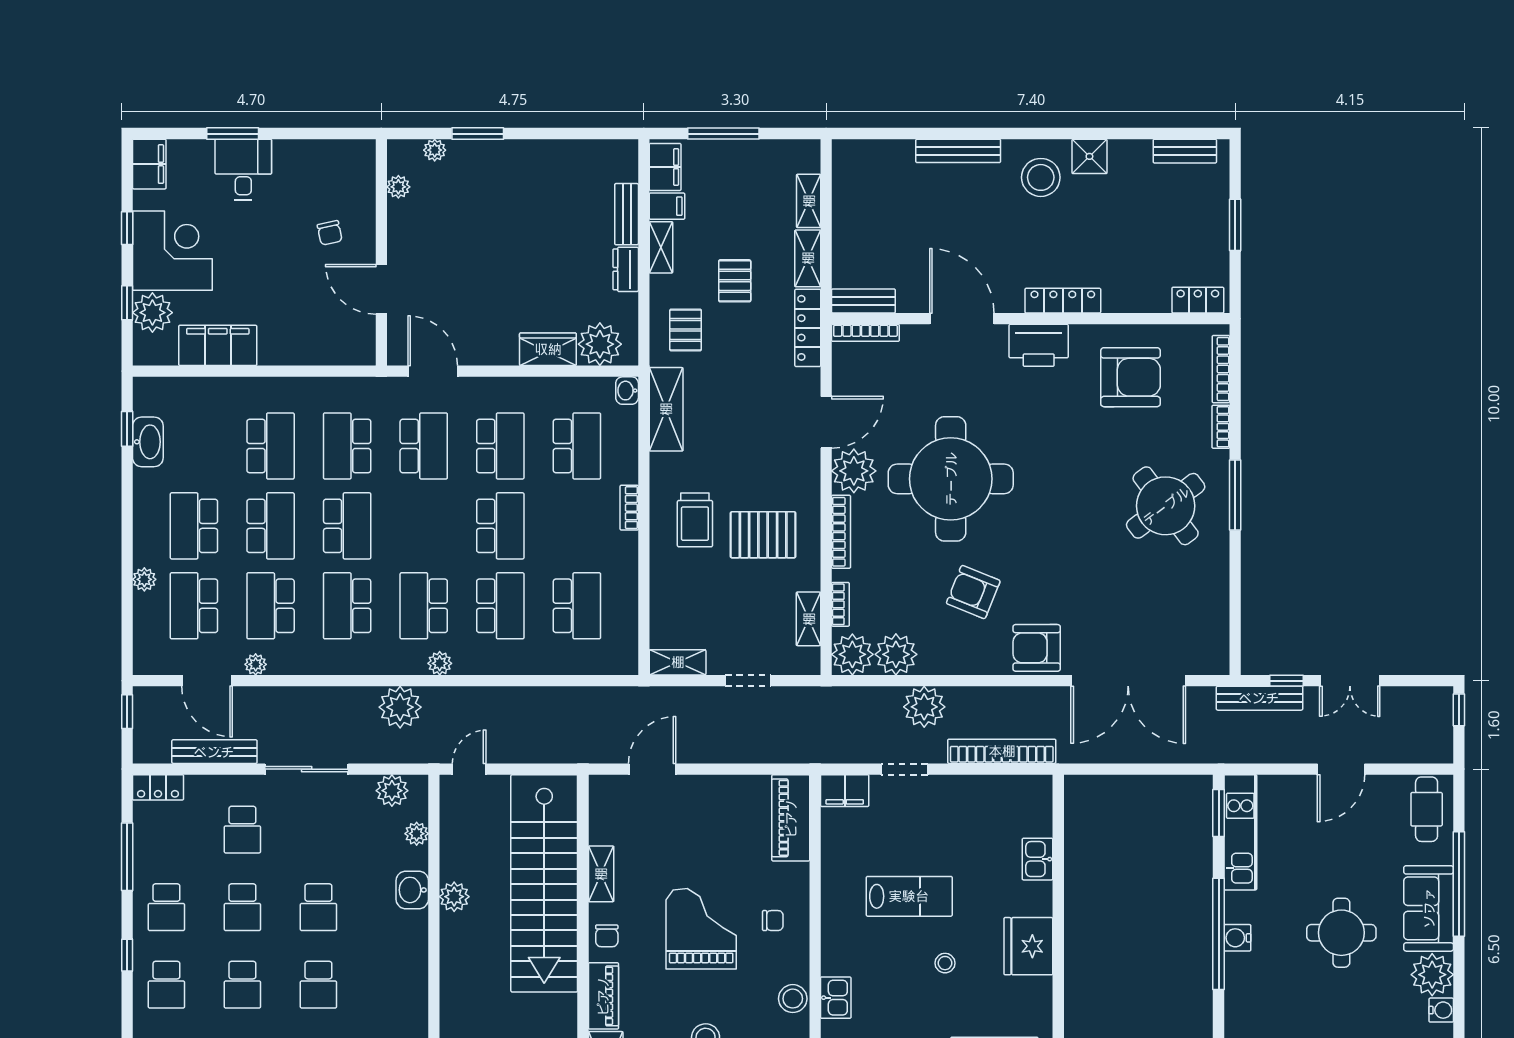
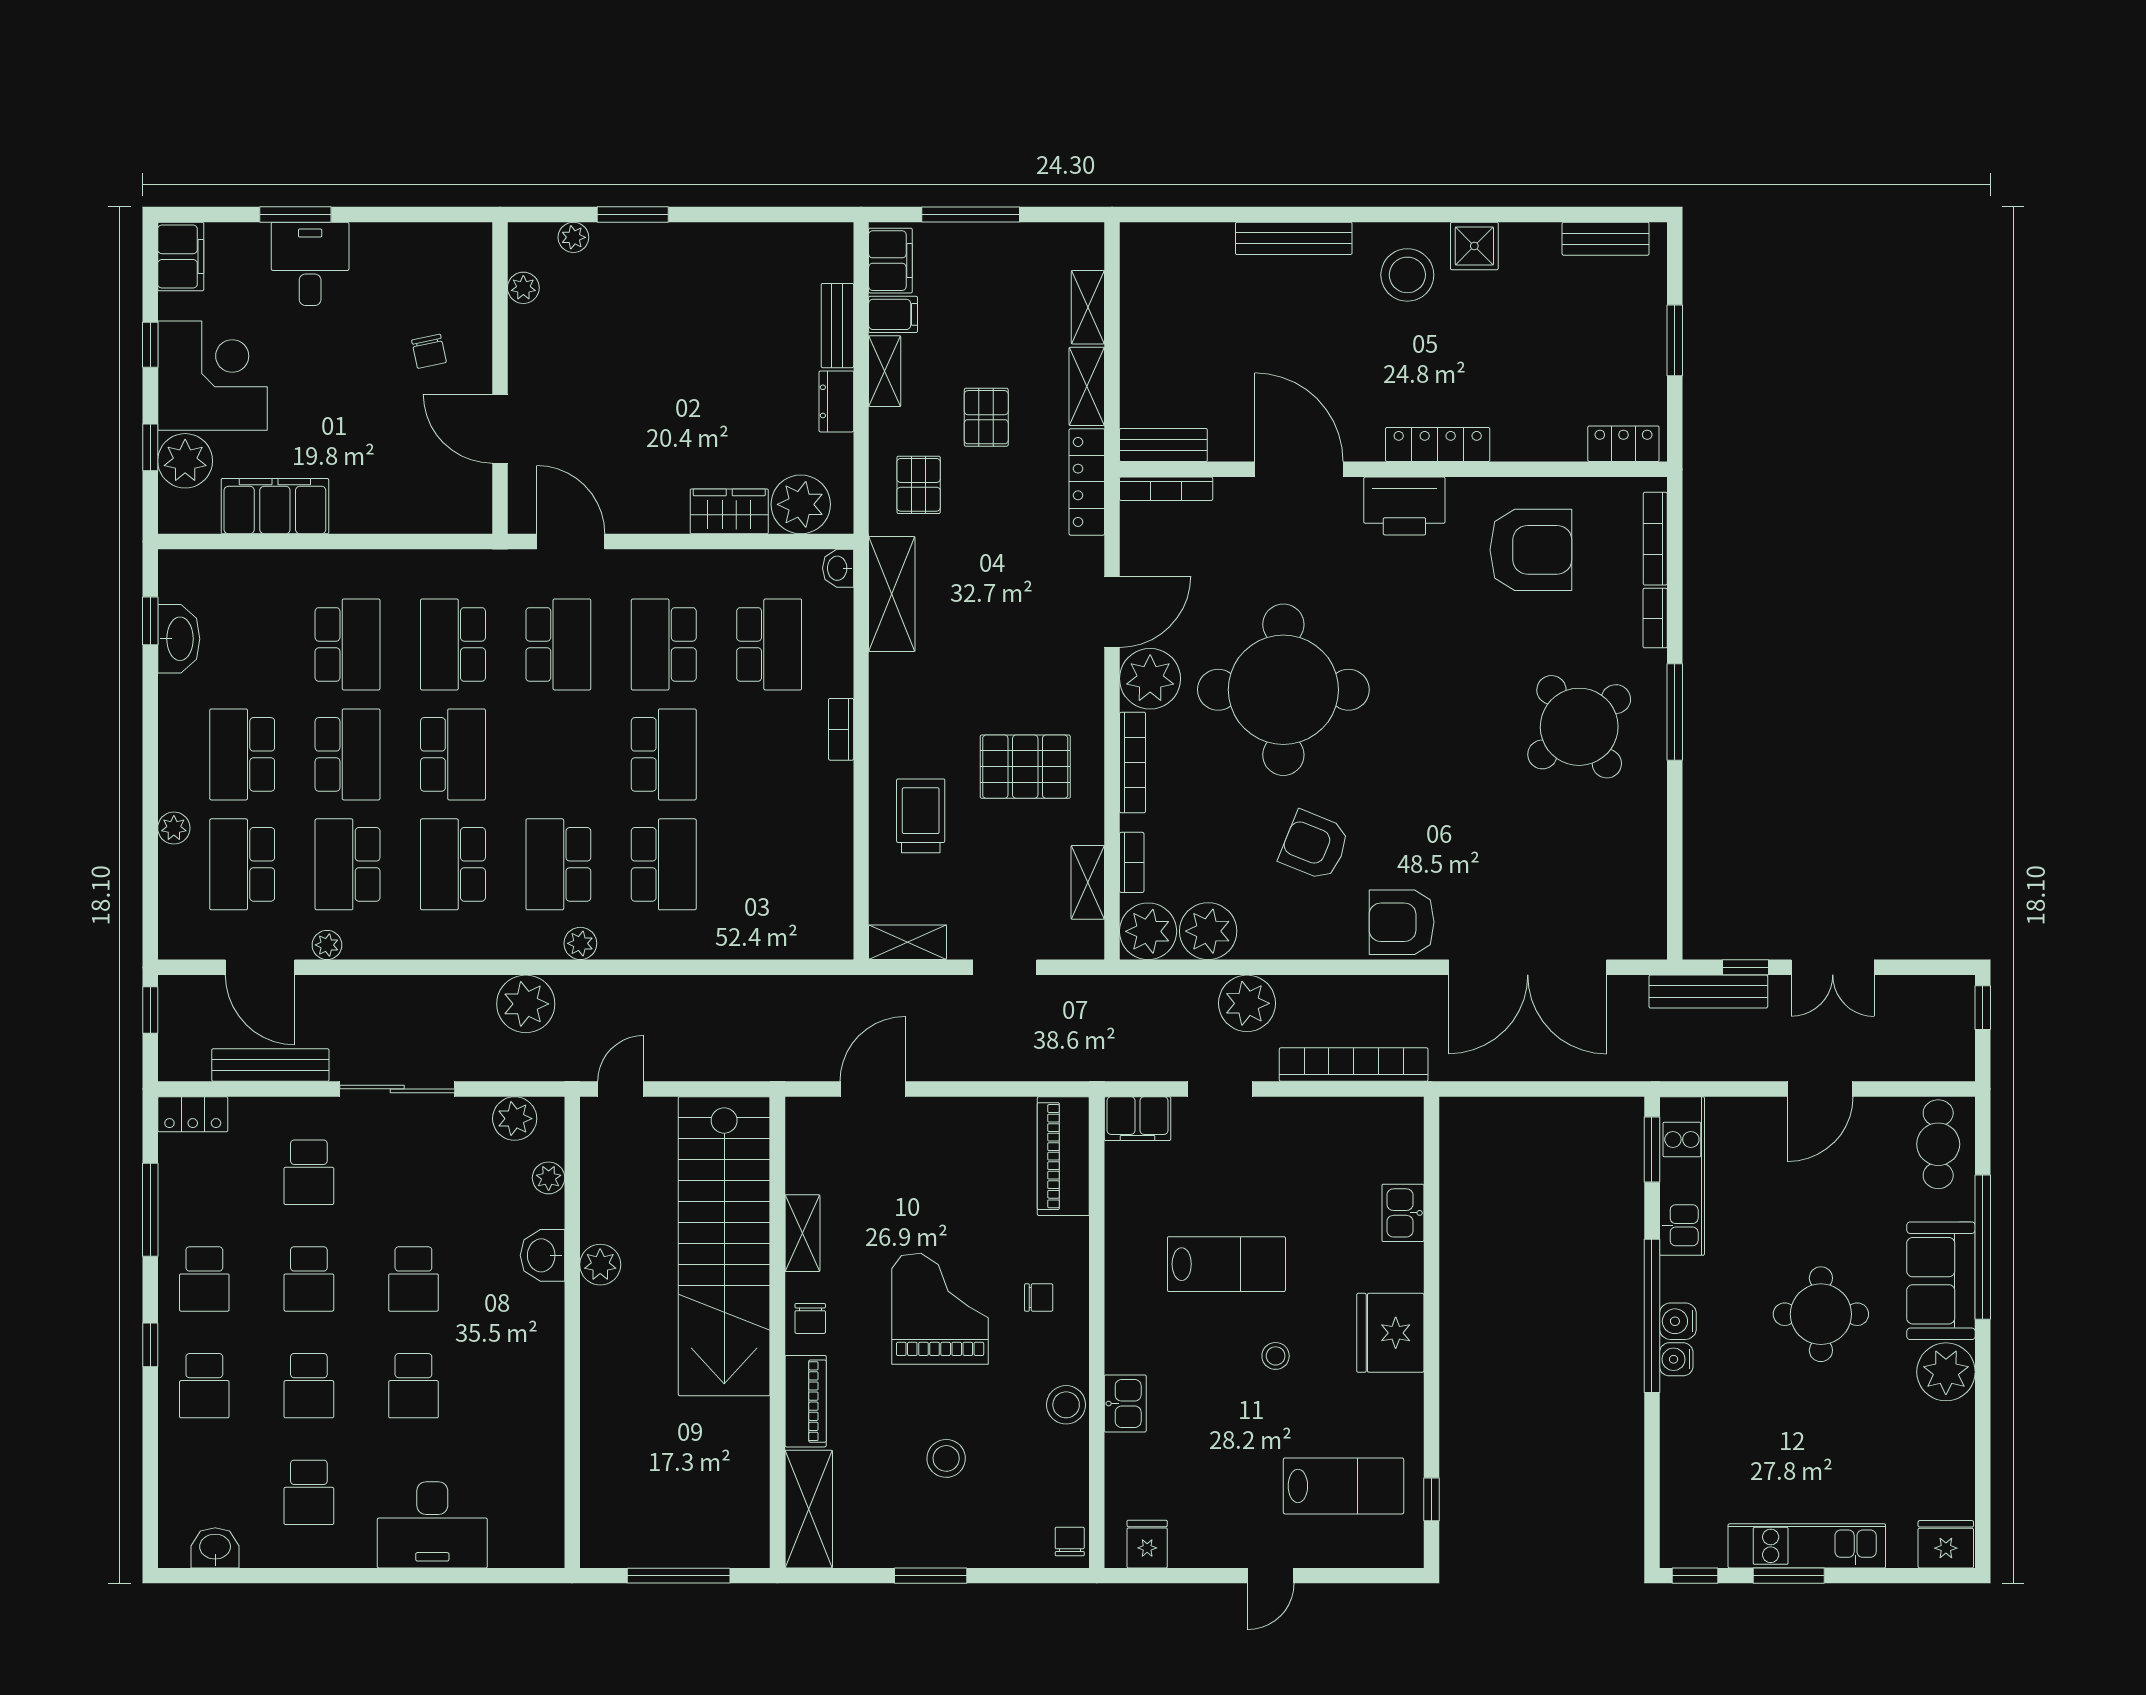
school desk: (500, 446) -> (664, 644), turned 180
trolley: (695, 520) -> (921, 816), moved, turned 180
school desk: (577, 606) -> (769, 864), removed
water cooler: (1441, 1010) -> (1676, 1359), moved, turned 180

